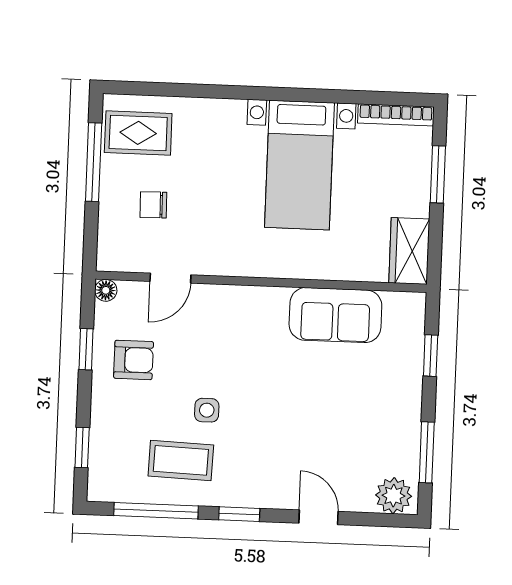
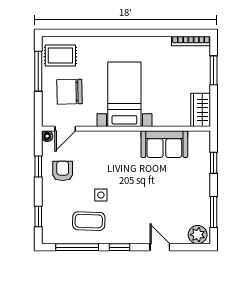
bed with nightstands: (299, 165) -> (124, 94), moved, turned 180
chair: (153, 205) -> (70, 92), width x1.87, depth x1.87
door: (170, 278) -> (65, 129), moved
armchair: (134, 360) -> (63, 171), turned -90

